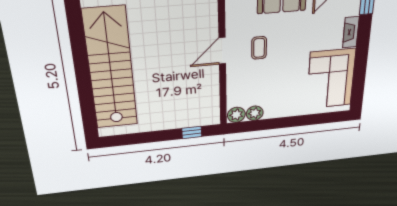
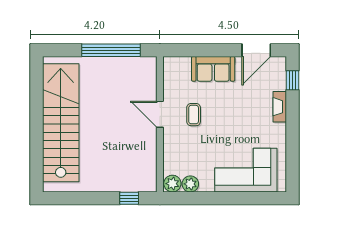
door: (222, 51) -> (160, 114), hinge flipped
corner sofa: (331, 79) -> (246, 170), moved, turned 90

